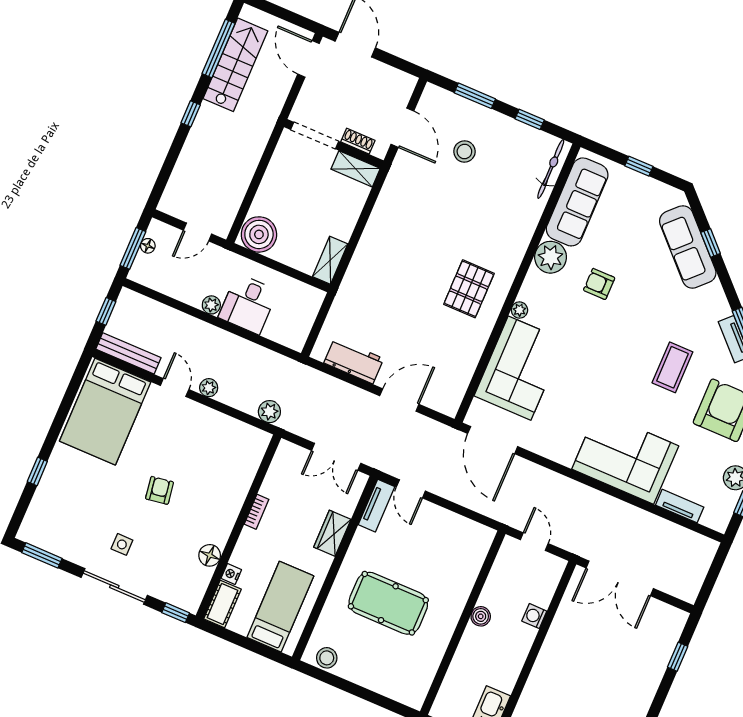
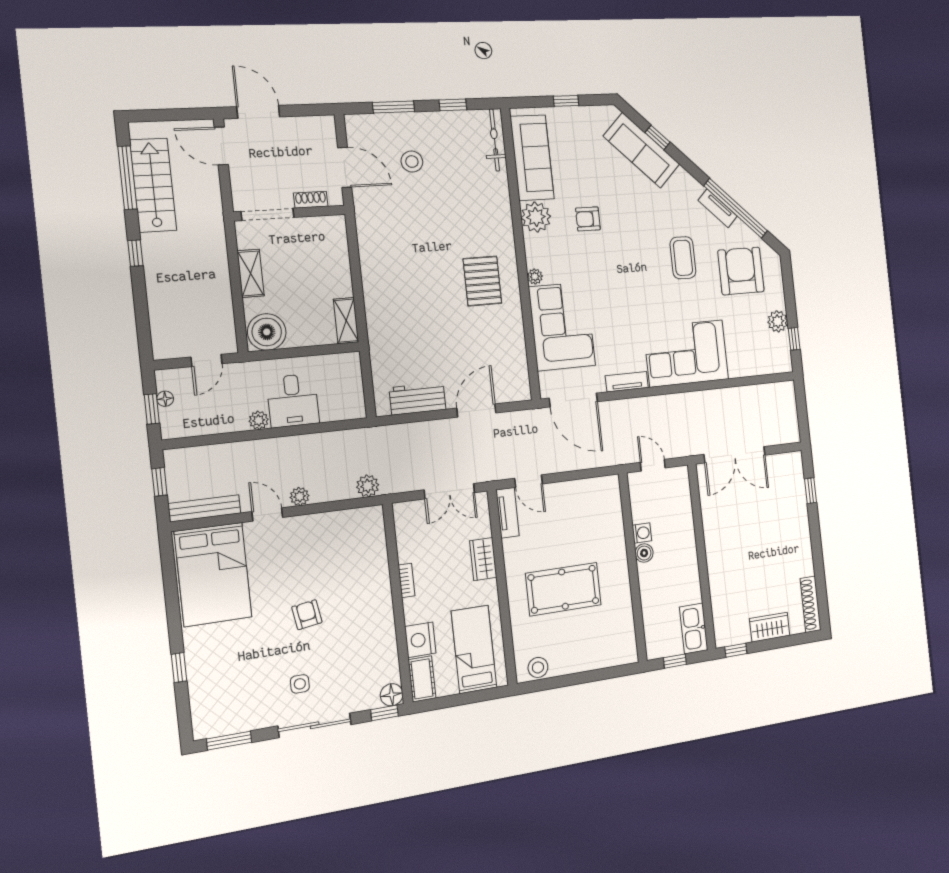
shelving: (356, 169) -> (251, 273), moved, turned 90
window: (133, 248) -> (152, 409), width x0.67
tv unit: (680, 506) -> (627, 382), moved
floor lamp: (210, 555) -> (392, 695), moved
nightstand: (231, 574) -> (420, 640), width x1.89, depth x1.79
washing machine: (534, 616) -> (642, 533), moved, turned 180

